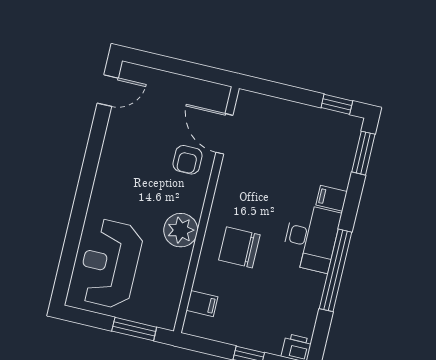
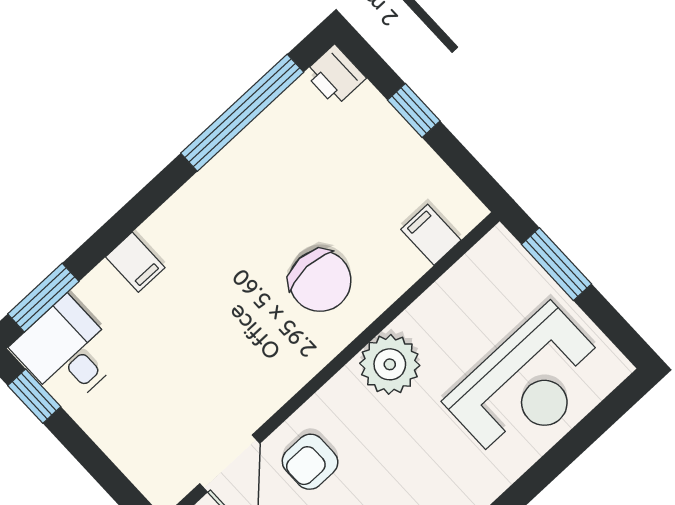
armchair: (187, 160) -> (310, 462), turned 180
desk: (311, 238) -> (67, 352), moved, width x0.73
window: (336, 270) -> (242, 113), moved

